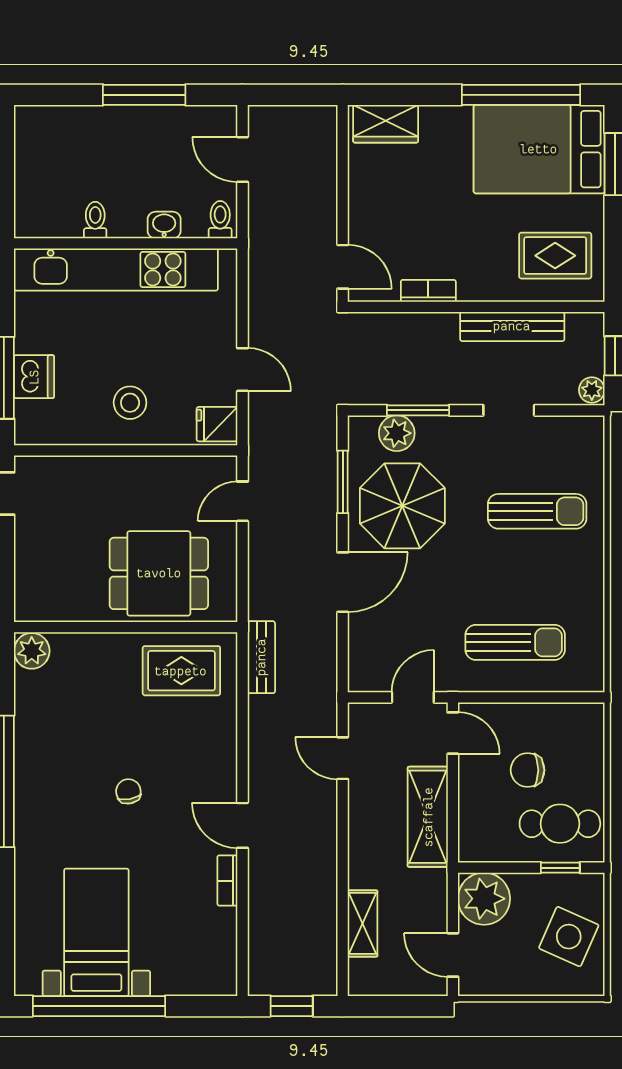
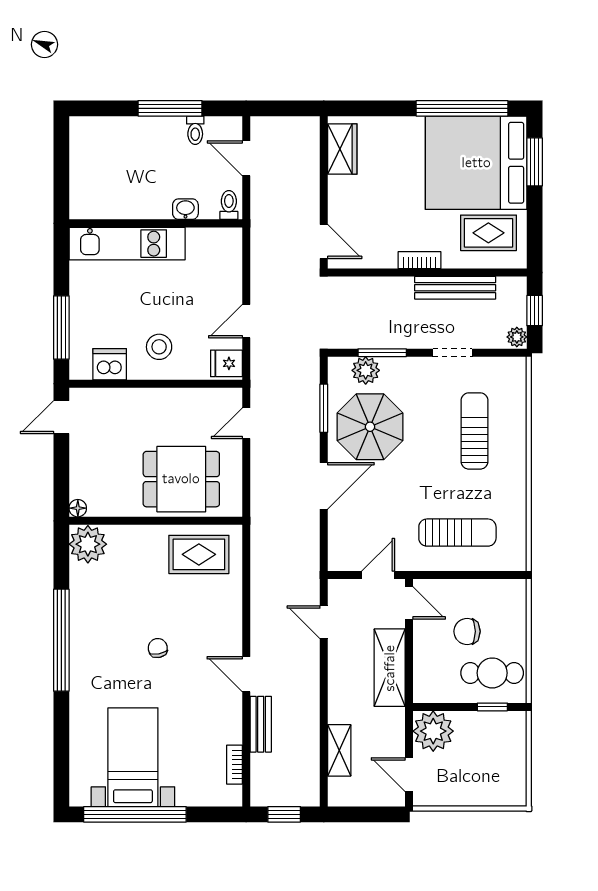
wardrobe: (386, 124) -> (342, 149), moved, turned -90
bed: (539, 149) -> (476, 163), width x1.36
toilet: (95, 220) -> (195, 130), moved, turned 180
kitchen unit: (116, 269) -> (127, 244), width x0.73
bookcase: (428, 291) -> (420, 260), moved
door: (243, 370) -> (246, 321), swing flipped
dishwasher: (34, 377) -> (110, 364), moved, turned -90
sun lounger: (537, 511) -> (474, 431), turned -90
floor lamp: (25, 611) -> (78, 508), added
plant: (32, 651) -> (88, 544), width x1.36, depth x1.36
bench: (261, 657) -> (261, 724), moved
bookcase: (227, 881) -> (234, 765), moved
side table: (569, 937) -> (499, 761), removed

